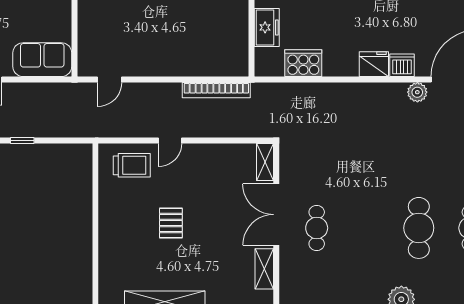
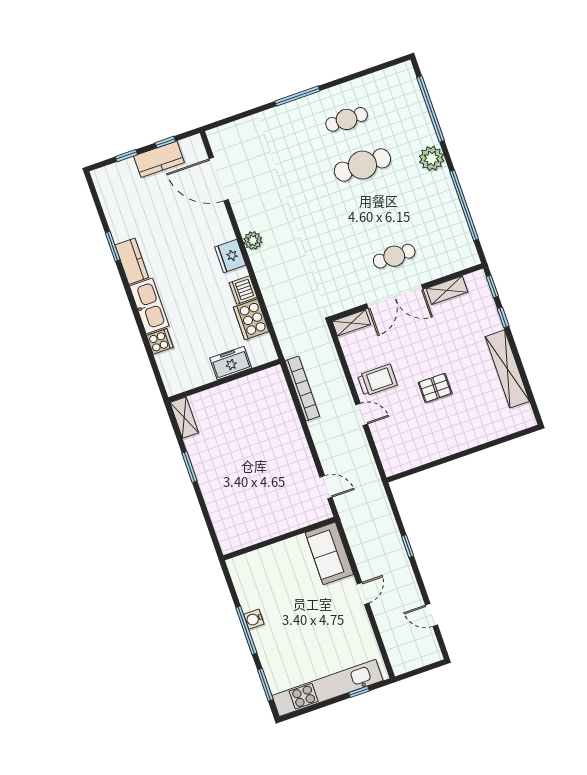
dishwasher: (402, 65) -> (243, 290), moved
plant: (417, 92) -> (253, 241), moved
trolley: (132, 165) -> (377, 380), moved, turned 90

